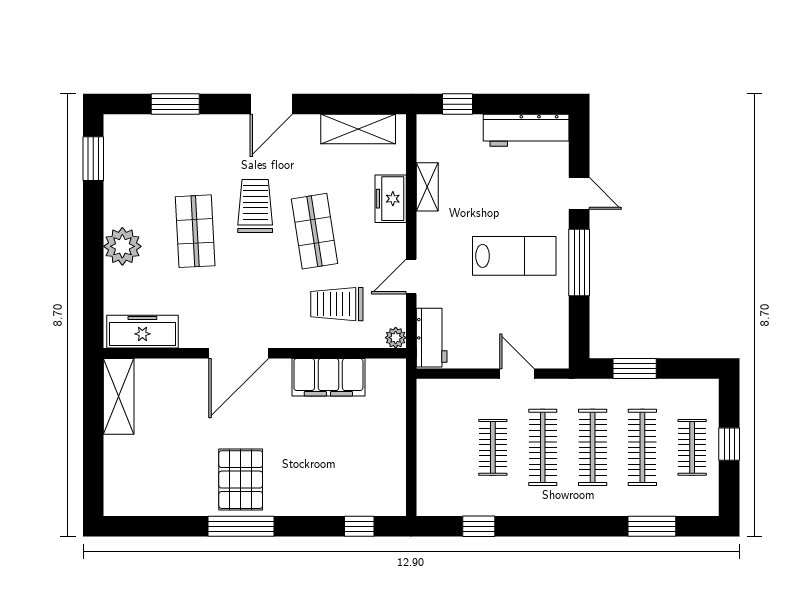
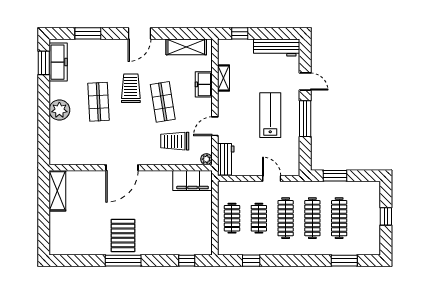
lab bench: (514, 256) -> (270, 115), turned -90
freezer: (142, 332) -> (58, 62), moved, turned 90
filing cabinet: (328, 377) -> (193, 180), moved
clothes rail: (692, 447) -> (232, 218), moved

